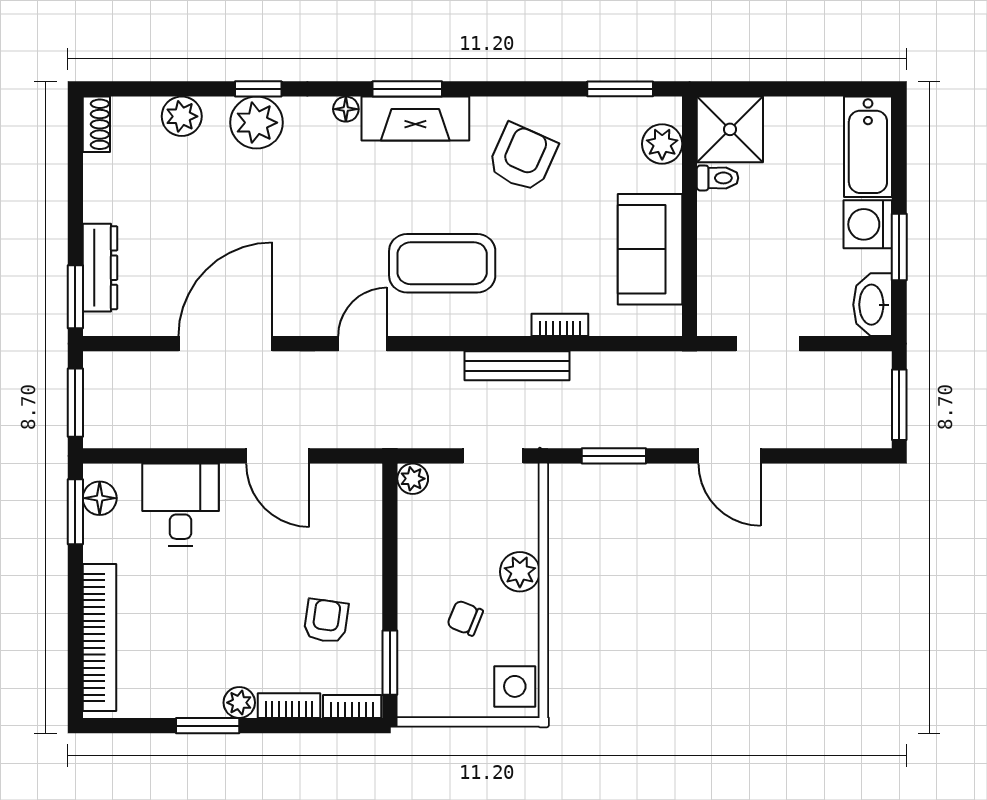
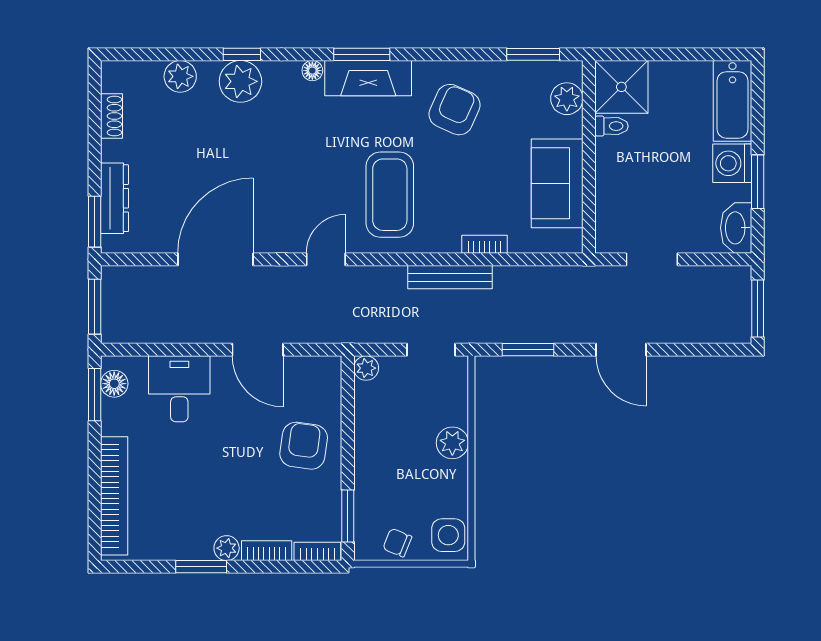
shoe rack: (96, 124) -> (112, 116), moved
coffee table: (442, 263) -> (390, 195), turned 90
chair: (465, 618) -> (397, 543), moved
armchair: (326, 621) -> (304, 446), moved, width x1.38, depth x1.38

